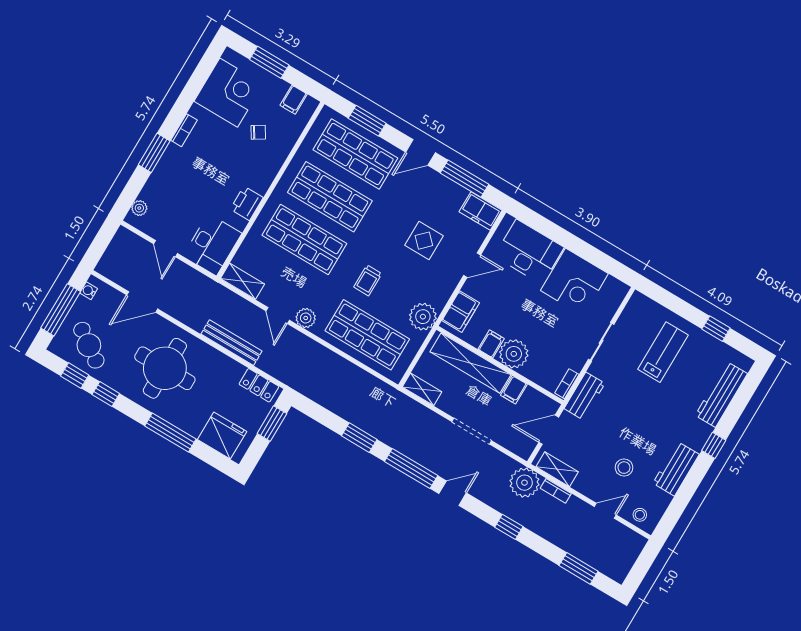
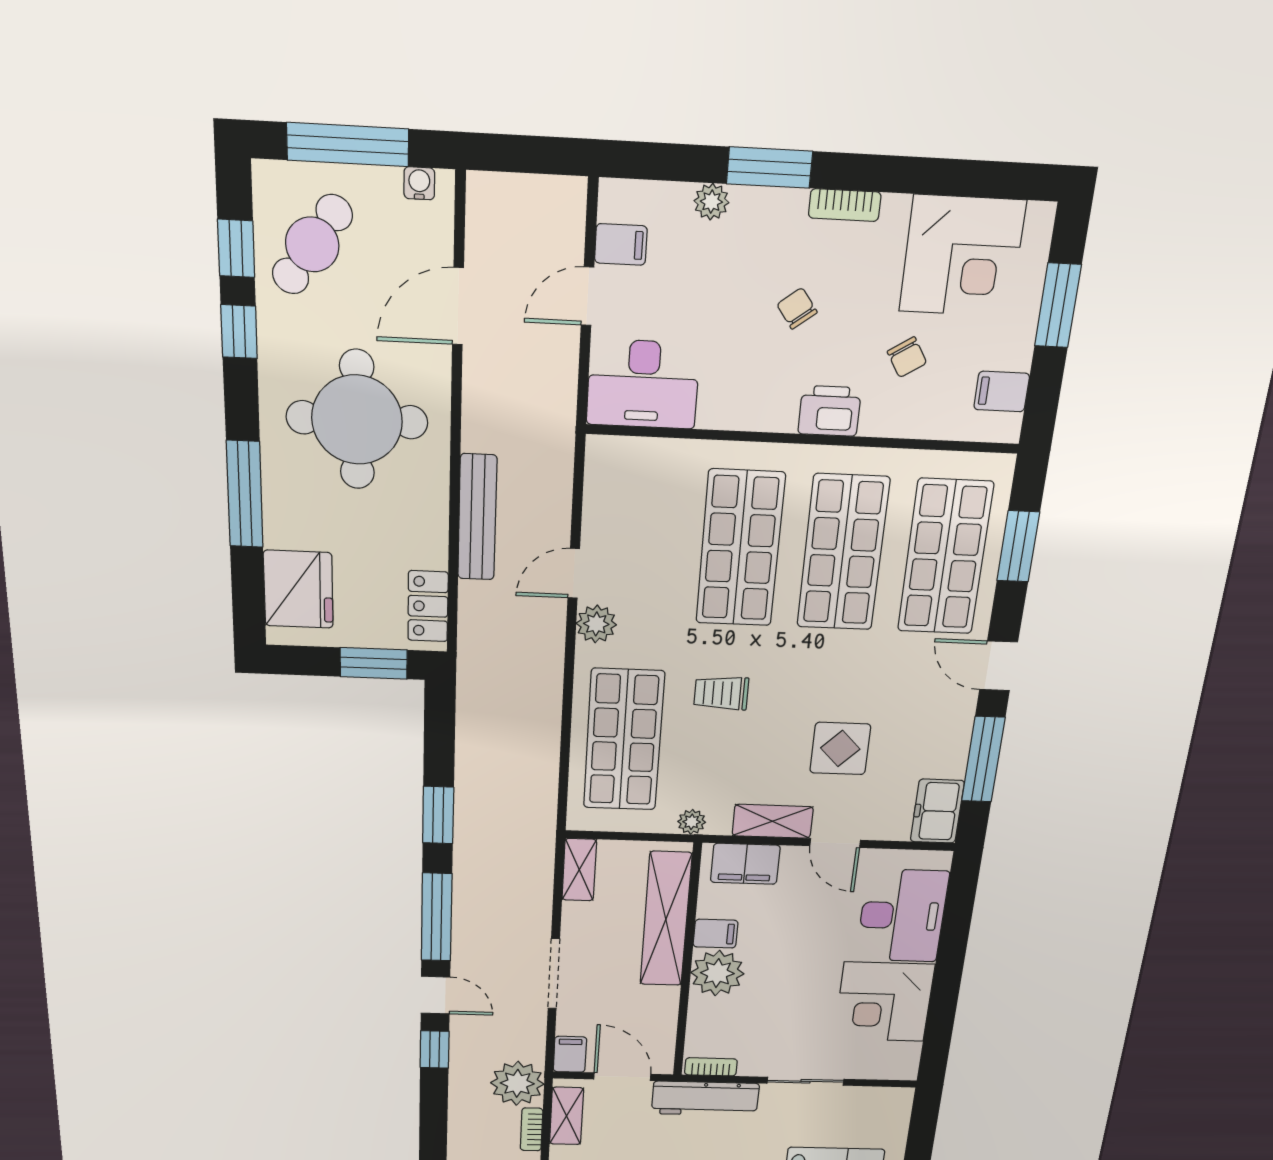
chair: (215, 168) -> (797, 308), added
printer: (247, 203) -> (830, 411), moved
plant: (139, 208) -> (711, 202), moved
filing cabinet: (153, 225) -> (621, 244), added
shelving: (243, 281) -> (773, 821), moved, turned 90
door: (142, 302) -> (458, 306), hinge flipped
plant: (423, 317) -> (692, 822), width x0.53, depth x0.53
filing cabinet: (514, 390) -> (570, 1054), moved, turned 90
workbench: (585, 396) -> (705, 1099), width x1.38
window: (509, 527) -> (435, 1050), moved

